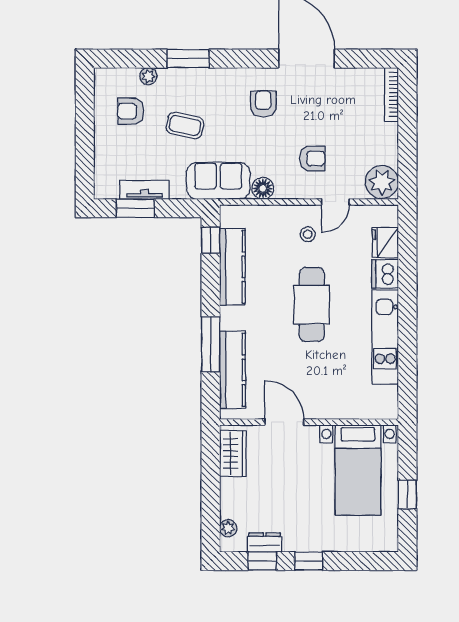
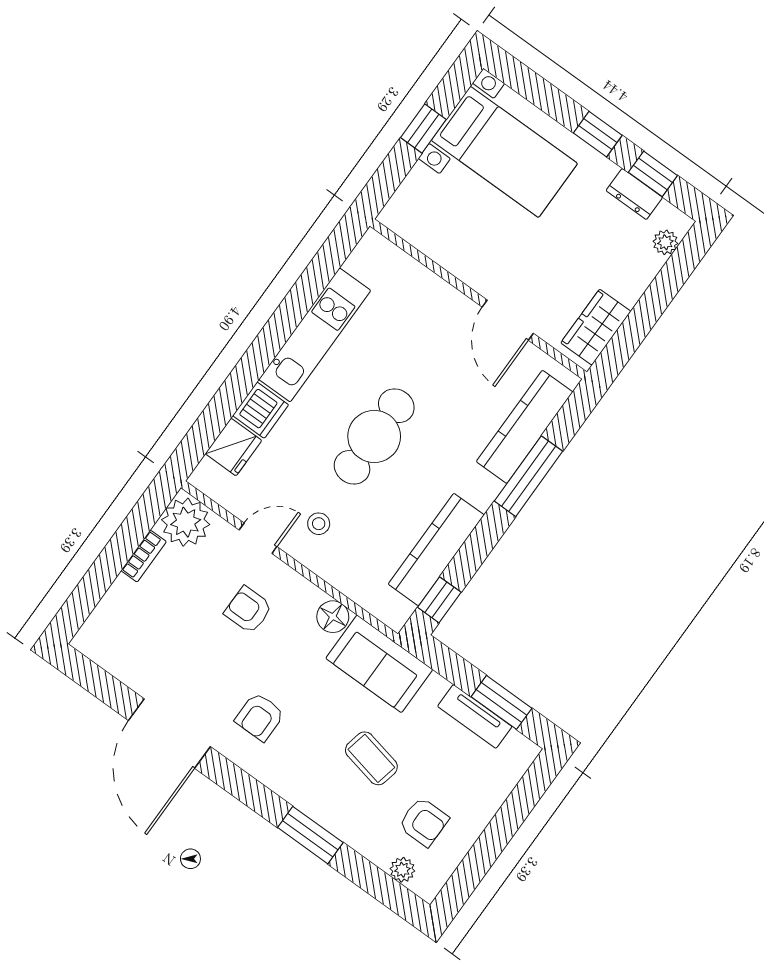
plant: (148, 76) -> (402, 870), moved
bookcase: (392, 94) -> (144, 556), moved, width x0.64
bed with nightstands: (358, 470) -> (504, 152), moved, turned 90

